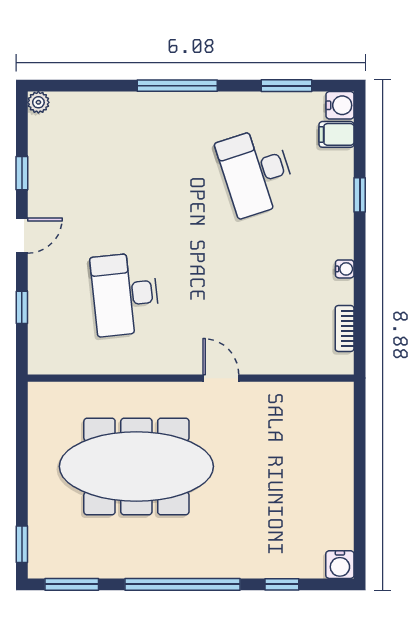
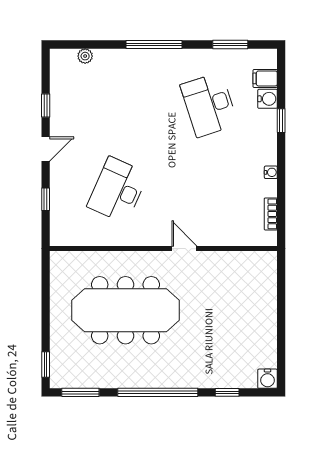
plant: (38, 102) -> (85, 56), moved
water cooler: (340, 105) -> (268, 99), moved
desk: (125, 294) -> (118, 190), turned 30

